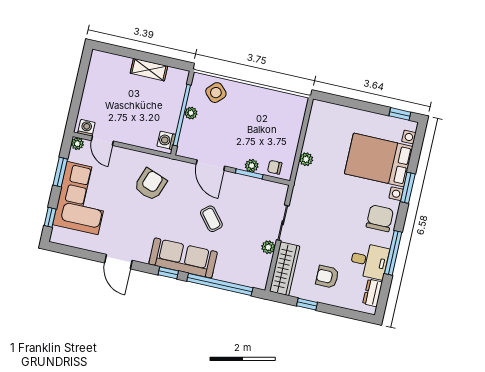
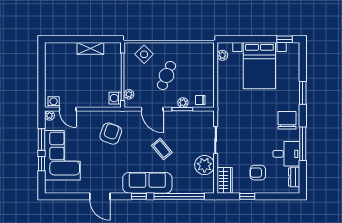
plant: (191, 113) -> (129, 94), moved
cafe table: (238, 126) -> (166, 75), added
plant: (306, 159) -> (222, 55), moved
bed with nightstands: (379, 160) -> (259, 66), moved, turned -90
window: (50, 217) -> (42, 164), moved
plant: (268, 247) -> (204, 165), width x1.87, depth x1.87
wardrobe: (285, 269) -> (225, 180), width x0.67

